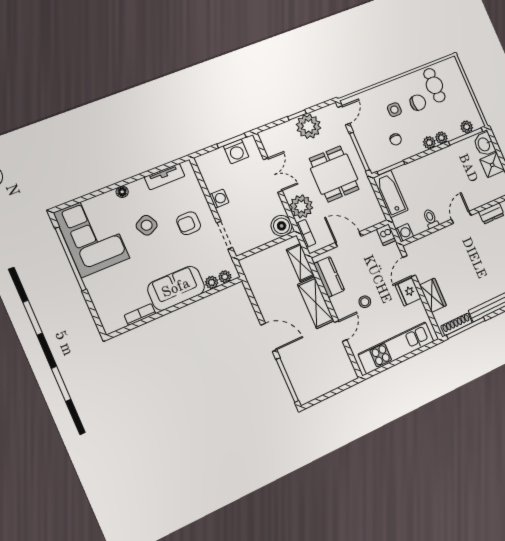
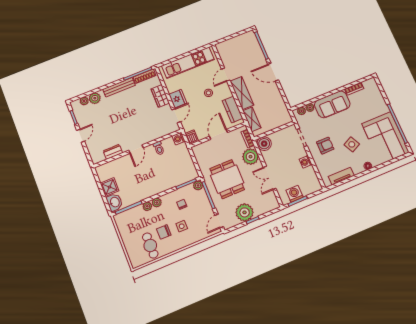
plant: (467, 127) -> (198, 185), moved
bathtub: (391, 194) -> (187, 165), removed
door: (348, 239) -> (219, 134), swing flipped

